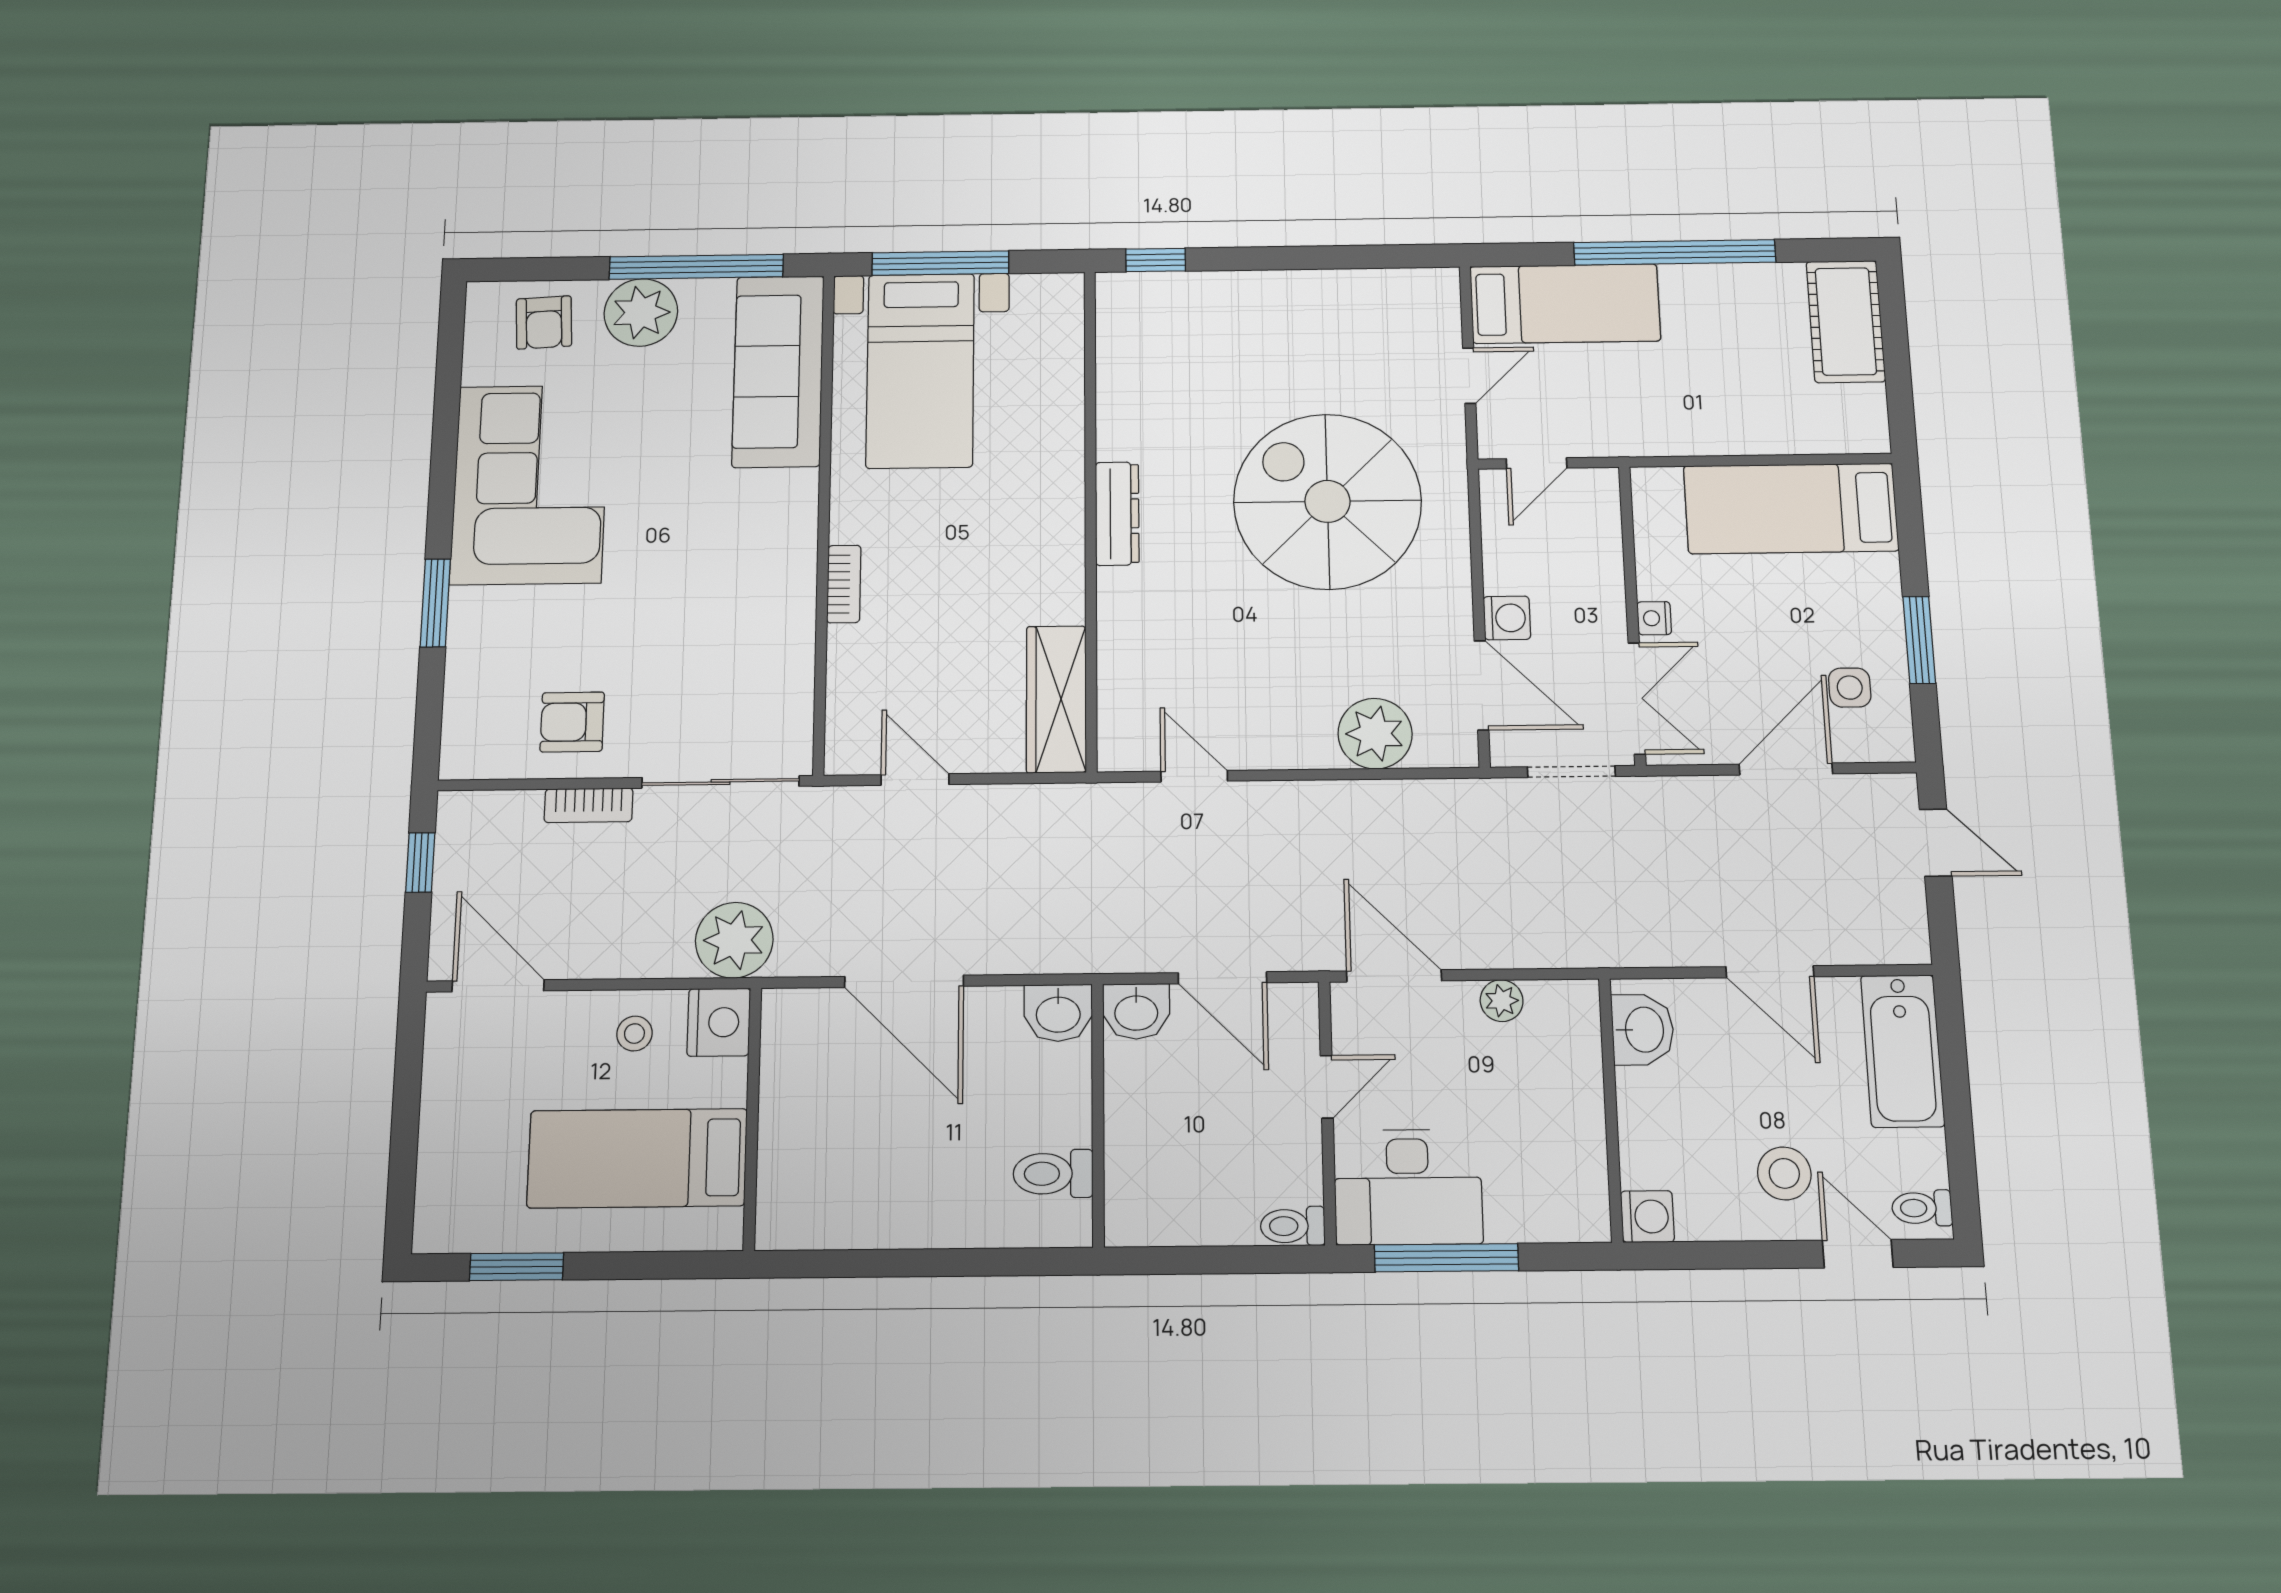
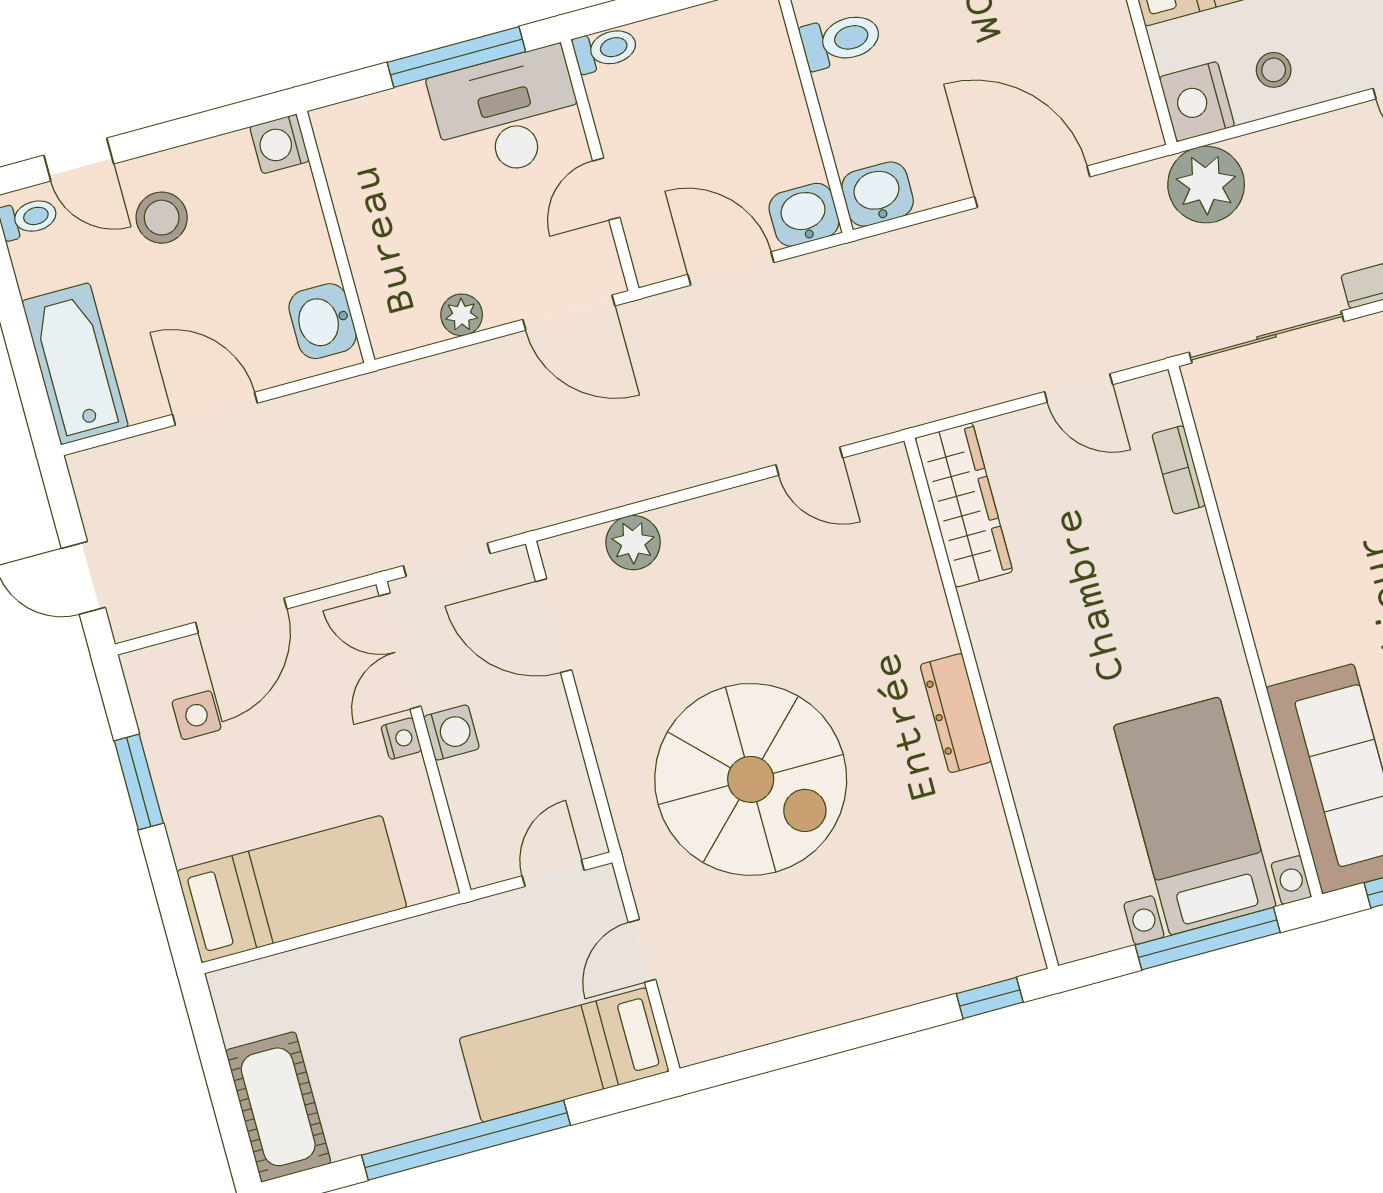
bookcase: (844, 584) -> (1179, 470), moved
washing machine: (1507, 618) -> (452, 733), moved, turned 180
plant: (1375, 734) -> (633, 543), width x0.73, depth x0.73

